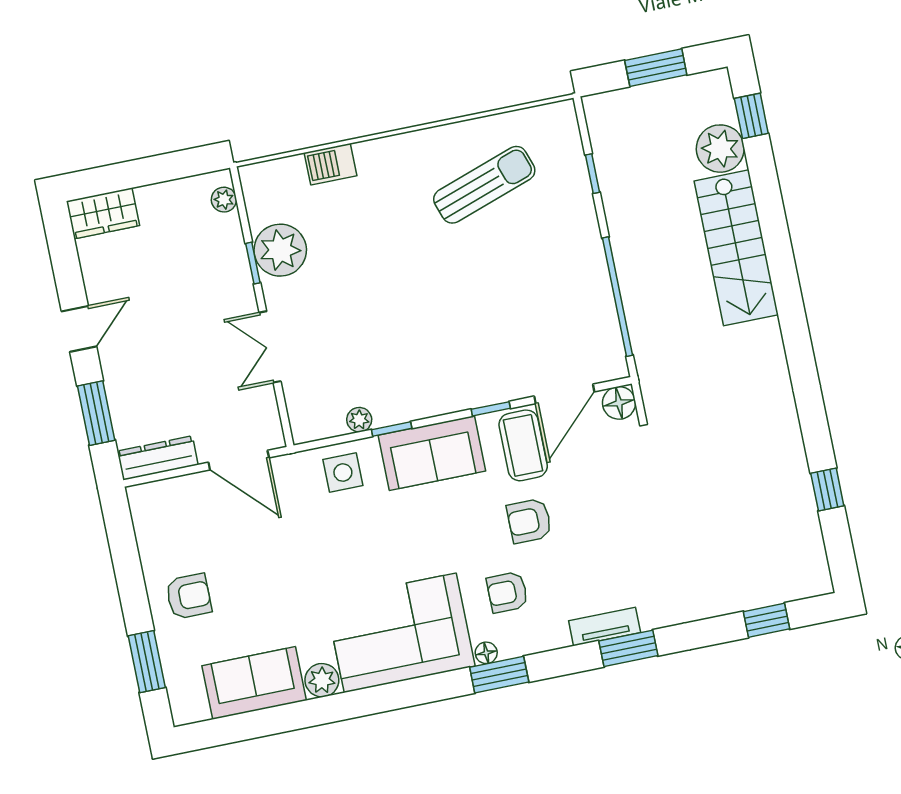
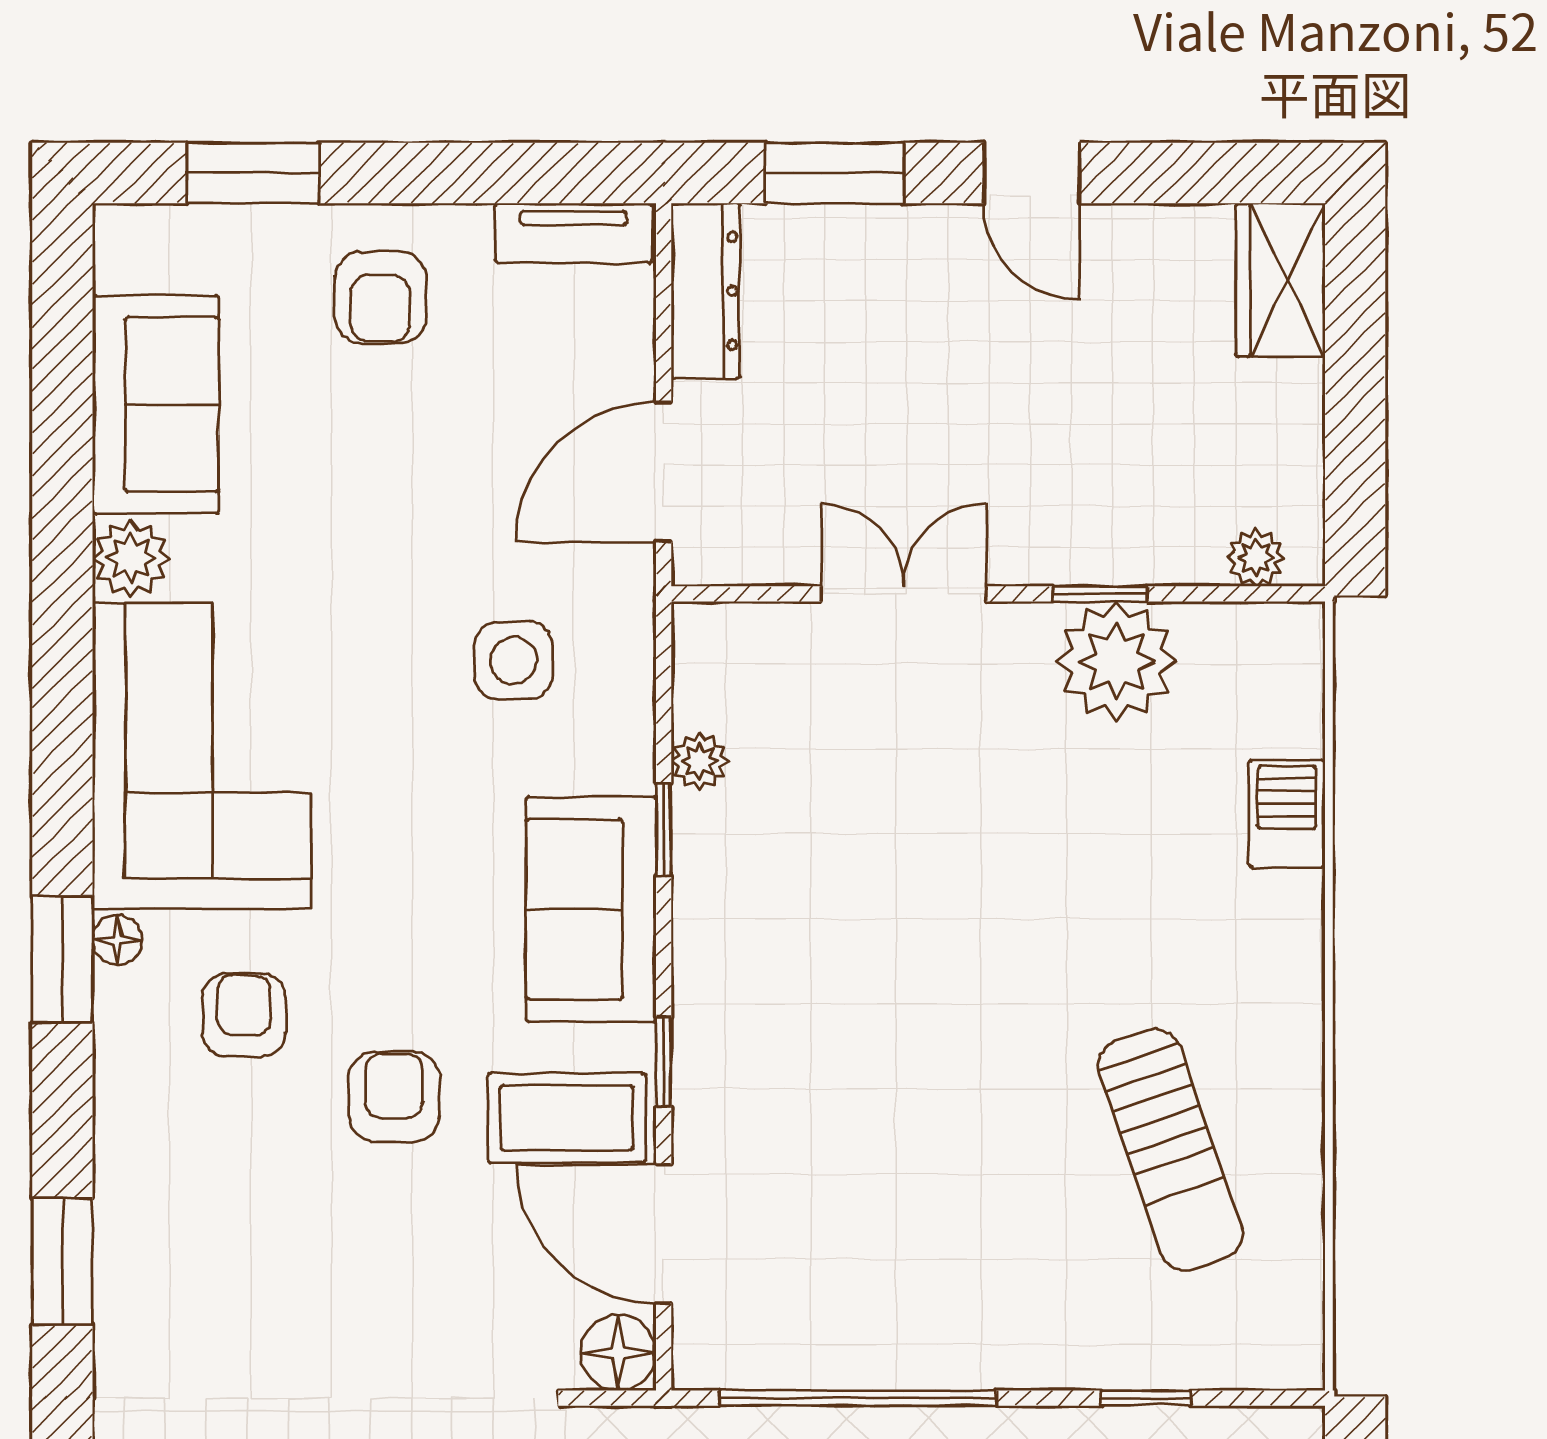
side table: (343, 473) -> (514, 661), moved
tv unit: (605, 627) -> (573, 233), moved, turned 90

